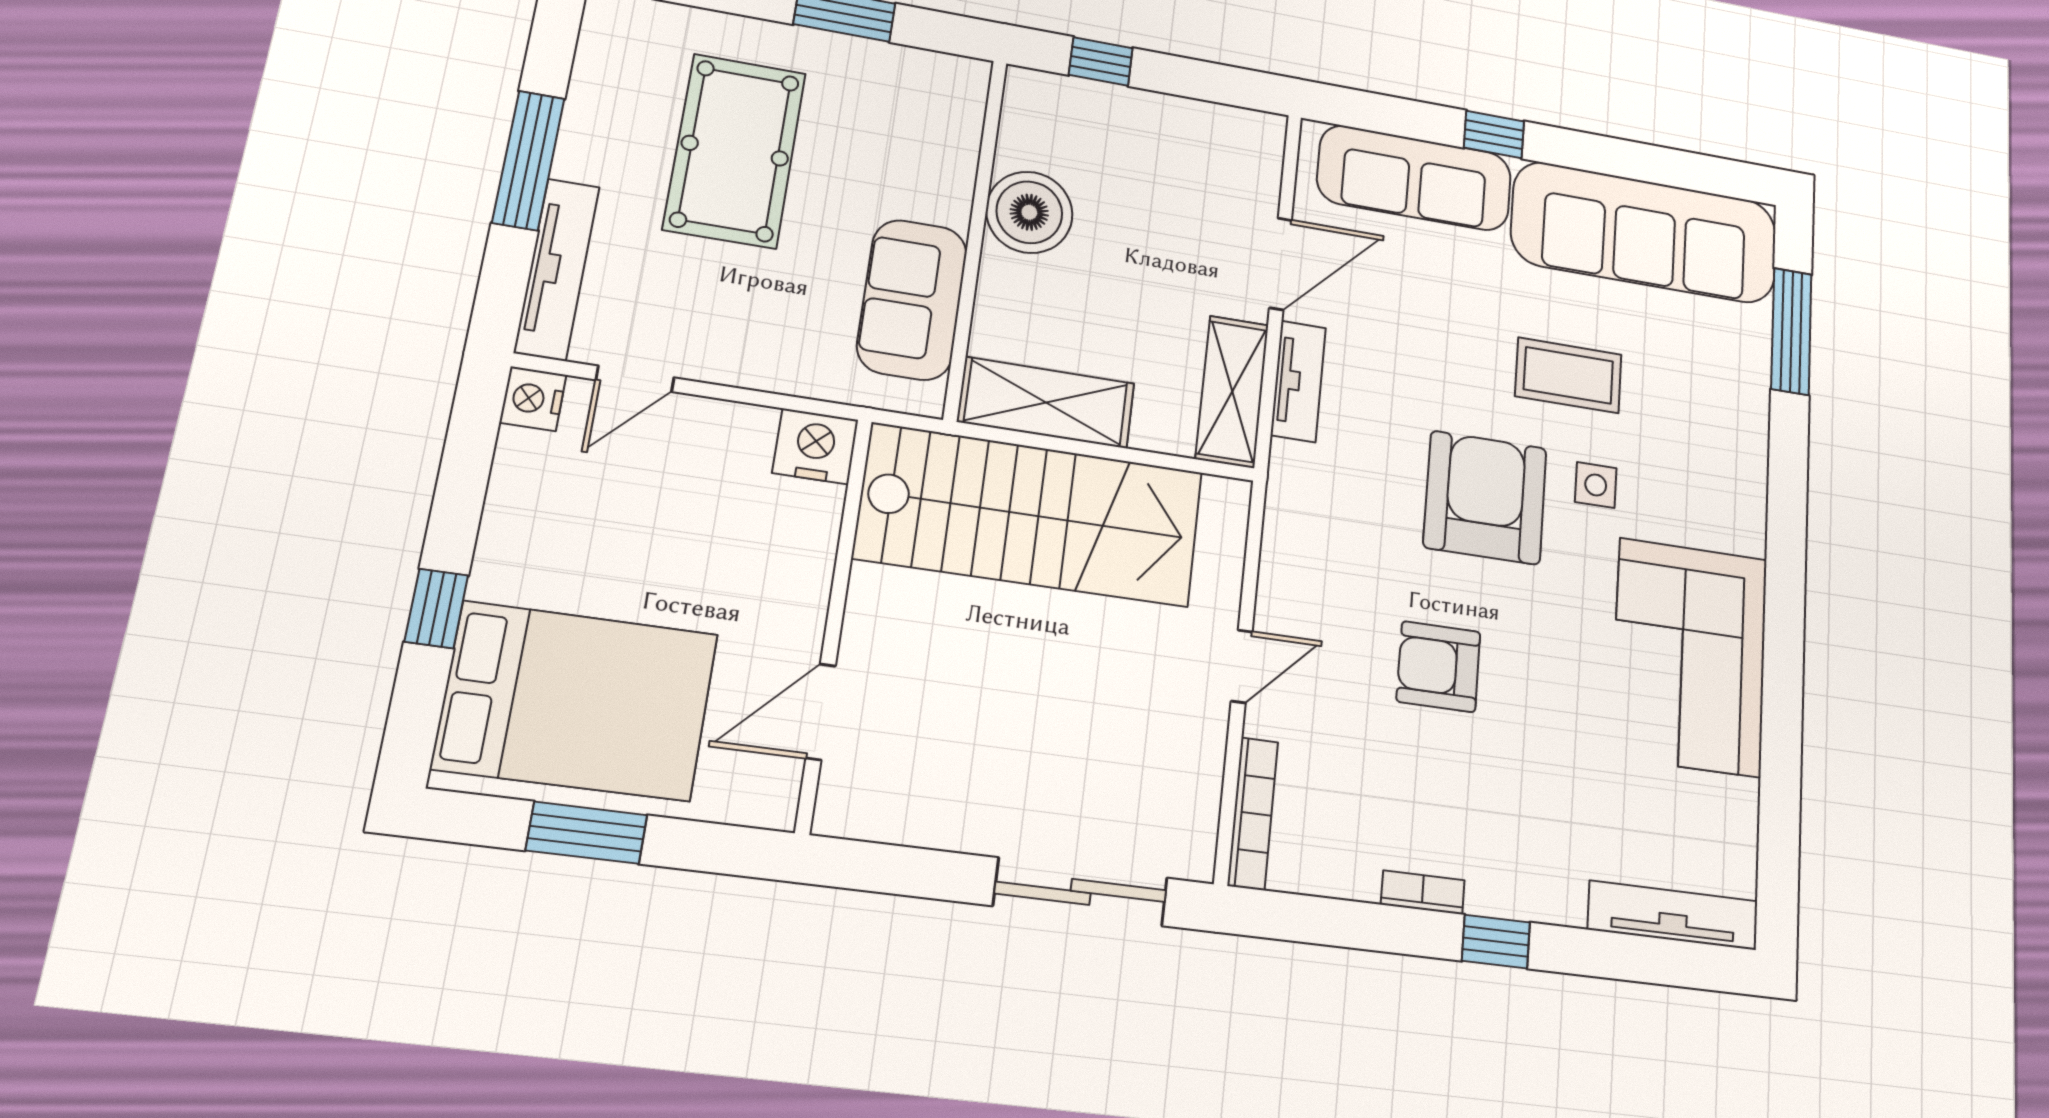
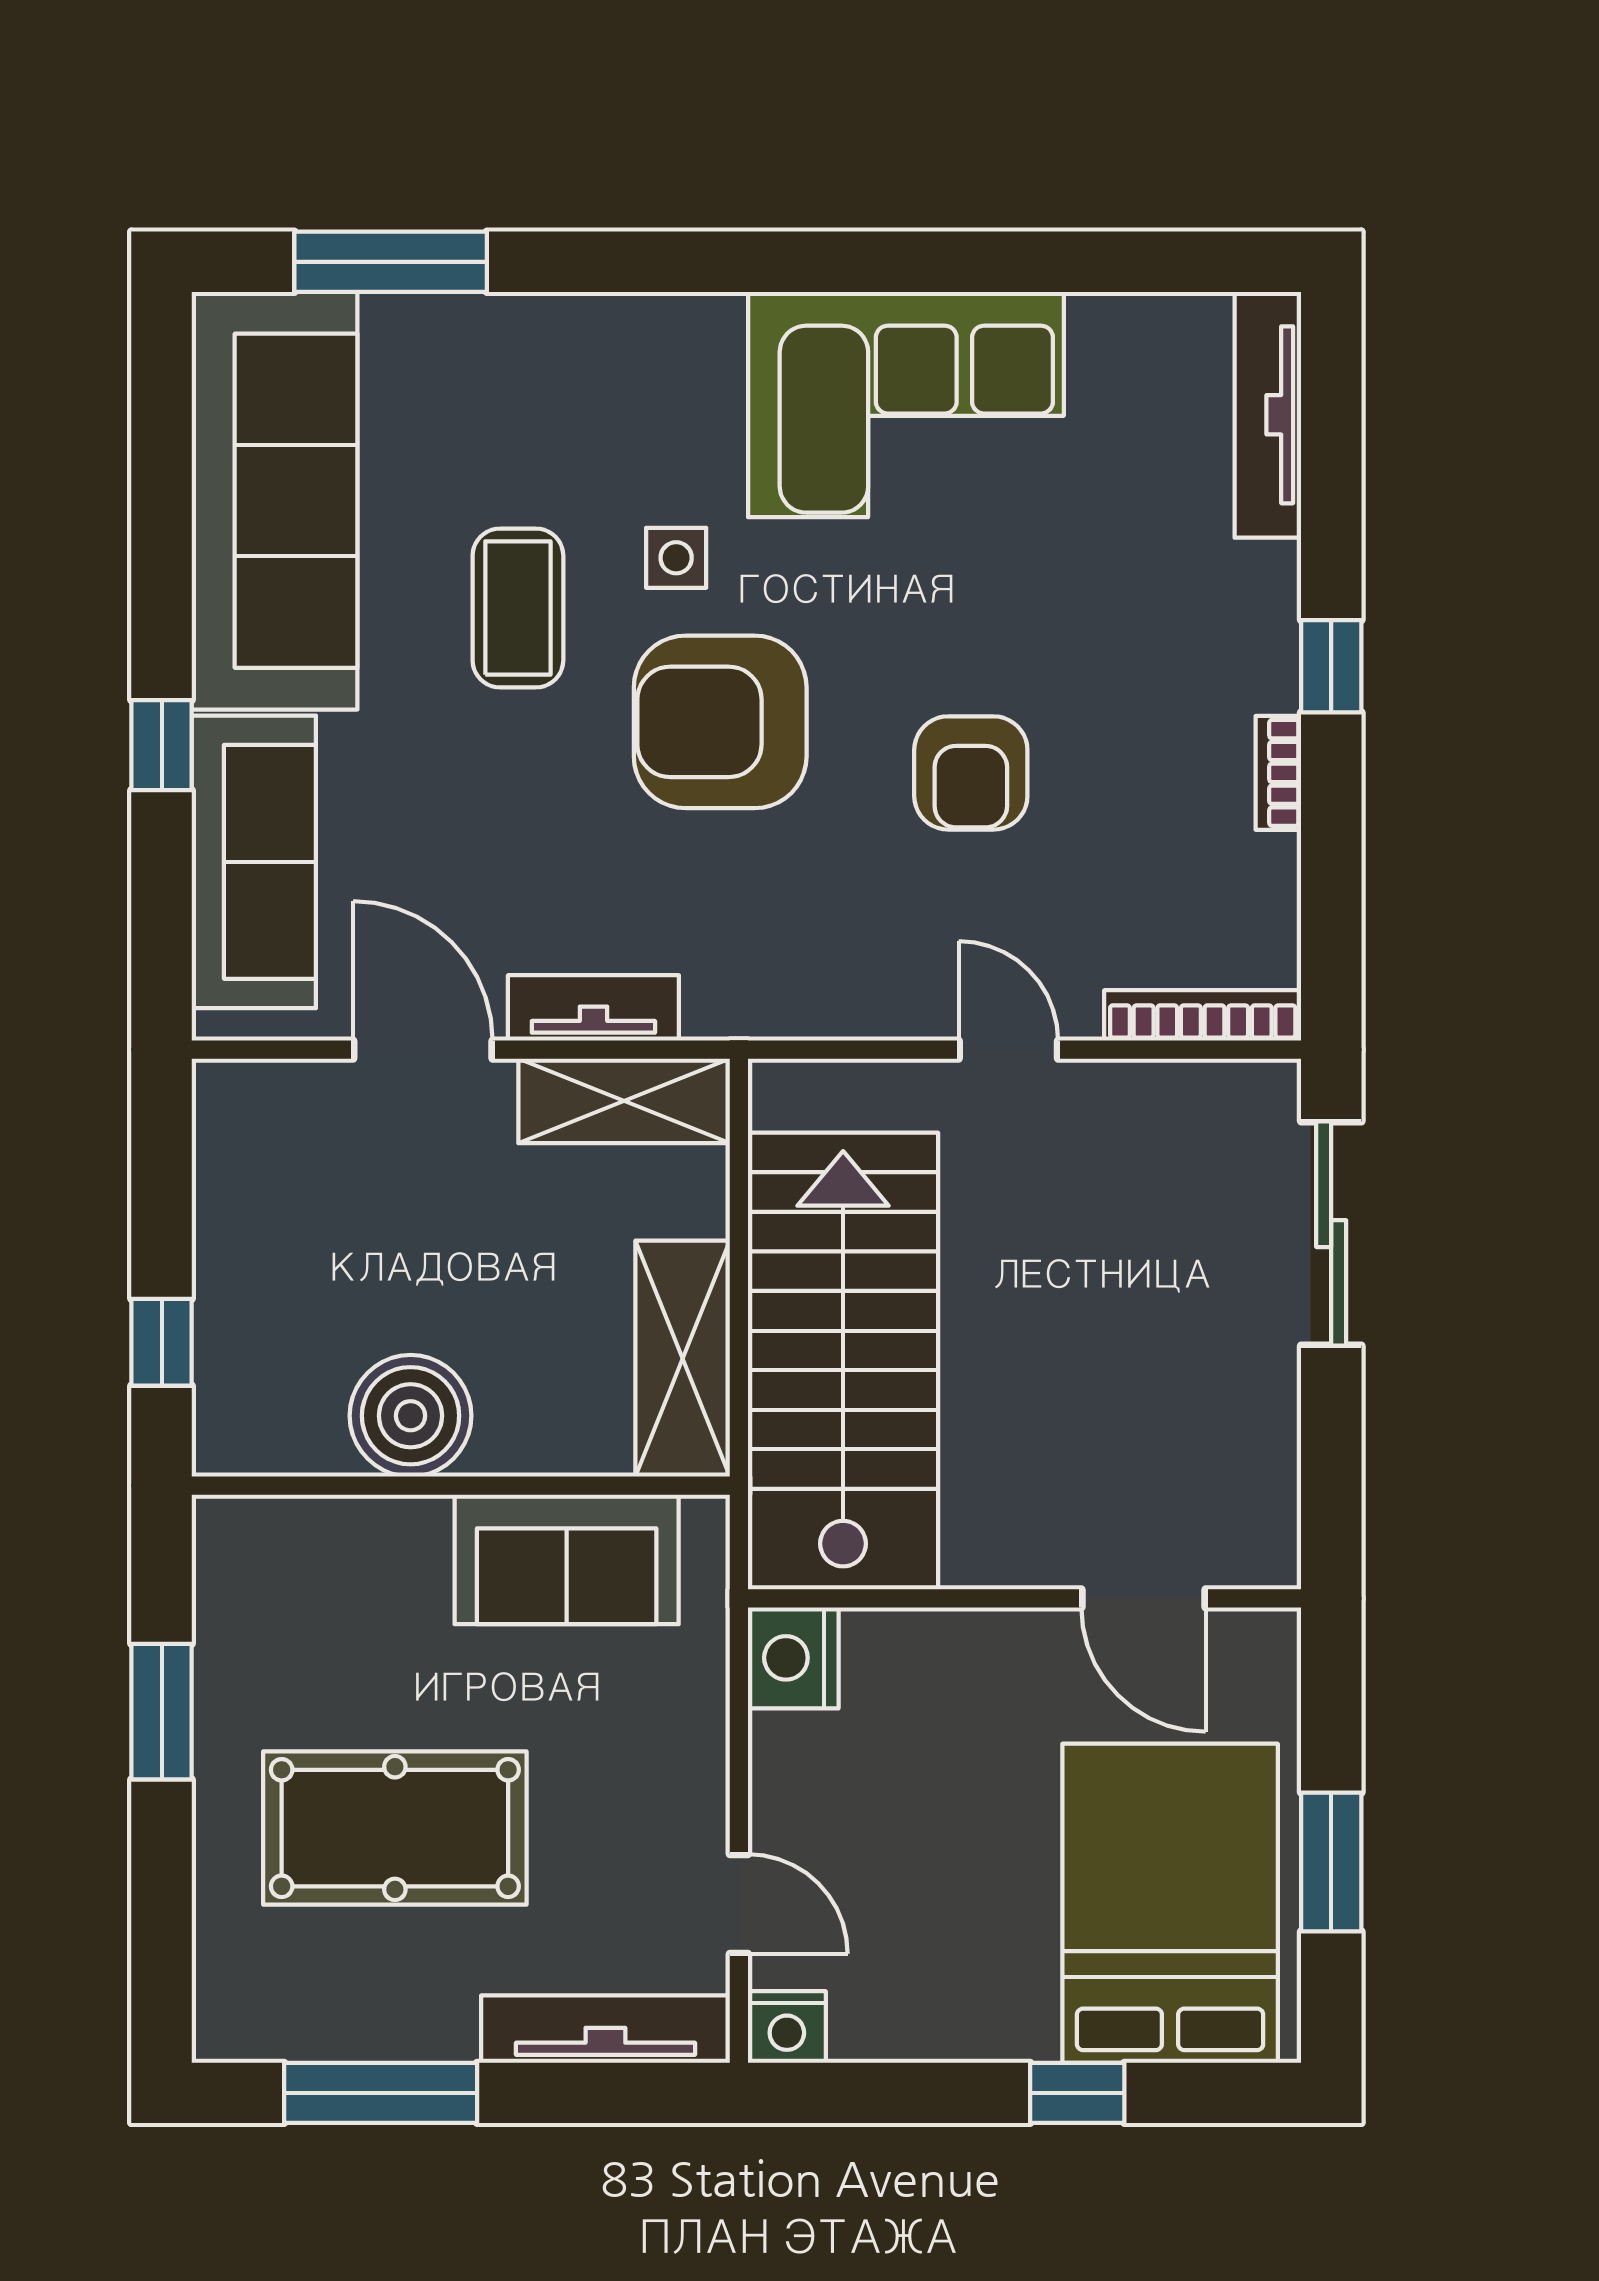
window: (528, 160) -> (381, 2093), moved

